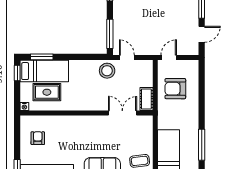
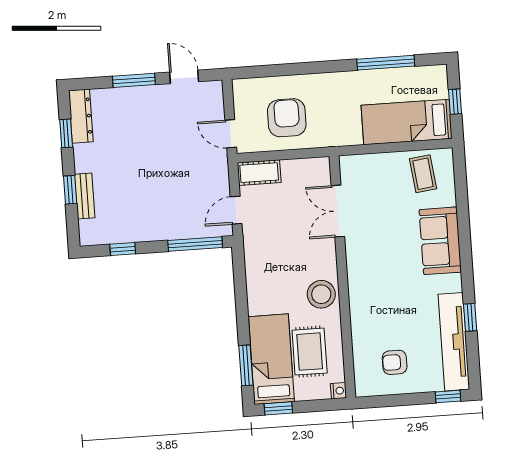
stool: (107, 71) -> (321, 294), moved
armchair: (175, 89) -> (287, 118), turned 180
cot: (146, 99) -> (259, 173), moved

